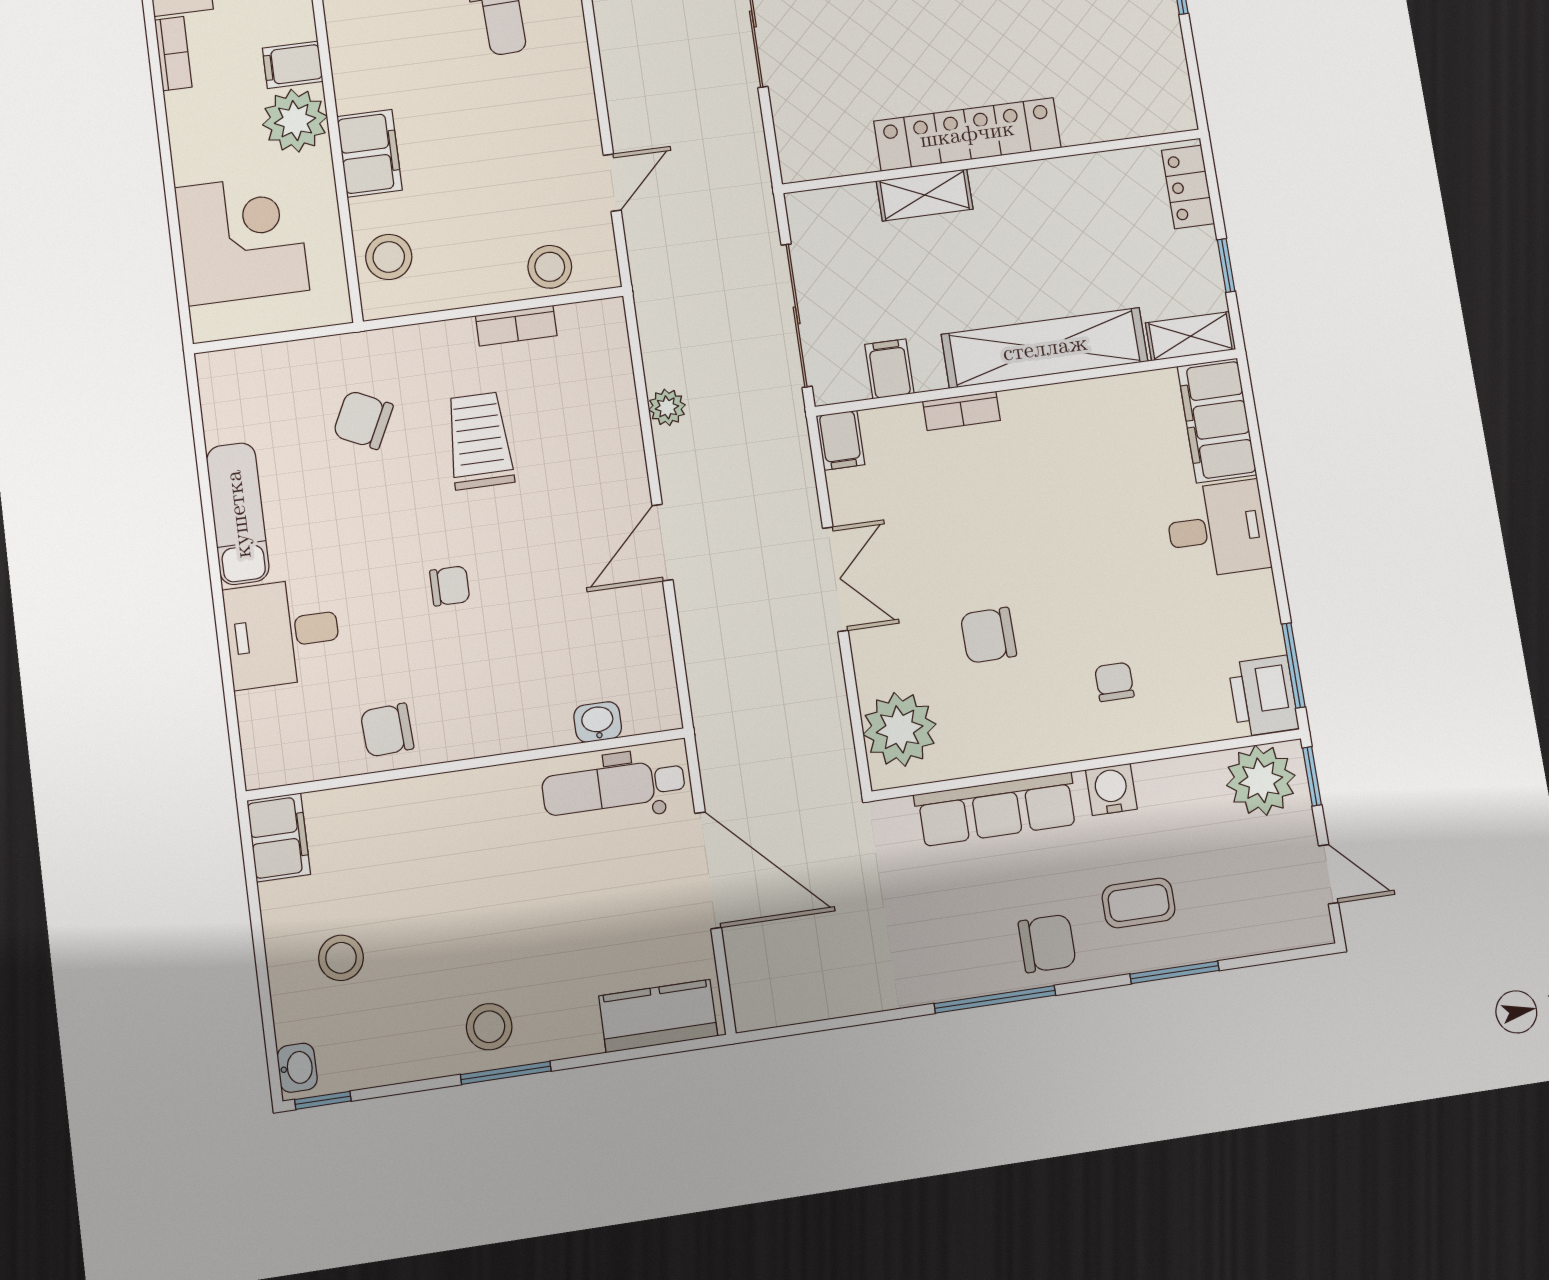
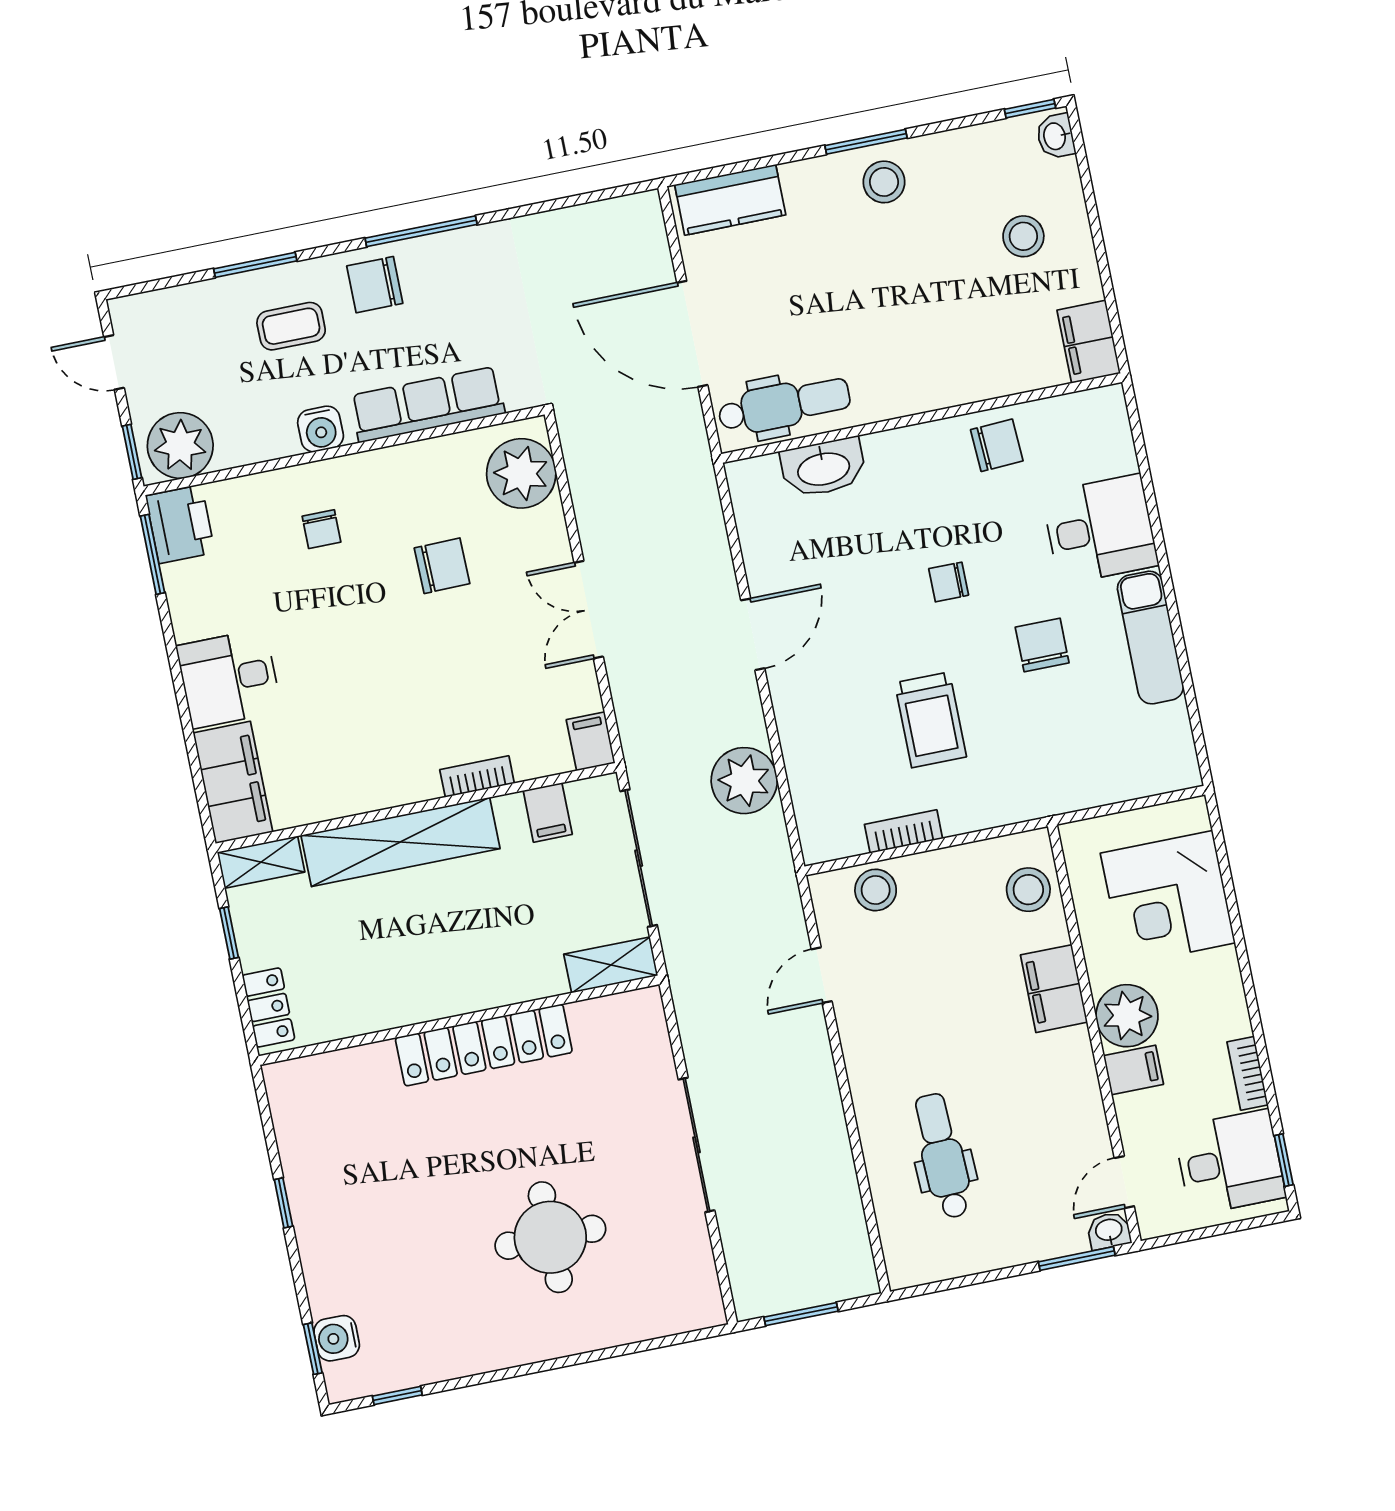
shelving: (925, 195) -> (611, 965), moved
plant: (667, 407) -> (744, 781), width x1.88, depth x1.88
chair: (363, 420) -> (1042, 645), moved, turned -116
washbasin: (598, 722) -> (823, 468), width x1.91, depth x1.45

